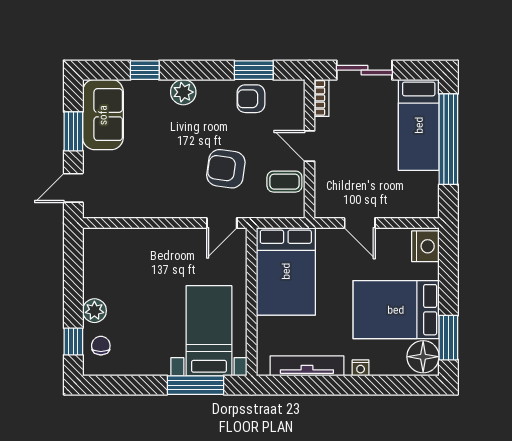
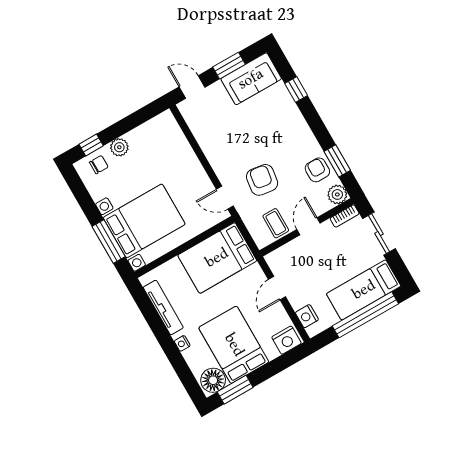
plant: (183, 92) -> (337, 194), moved
nightstand: (411, 207) -> (307, 316), added
bed with nightstands: (209, 331) -> (144, 221), width x1.36

